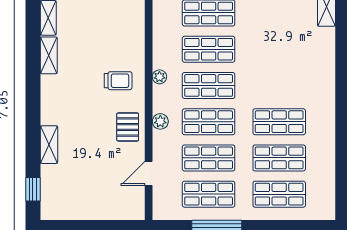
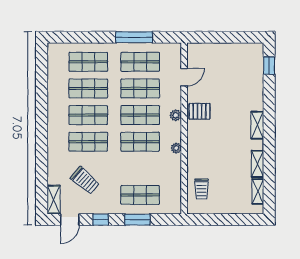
trolley: (284, 33) -> (85, 180), added
shop shelf: (209, 49) -> (88, 142), moved
trolley: (118, 81) -> (202, 189), moved, turned -90
pallet: (128, 127) -> (200, 111), turned 90
shelving: (49, 145) -> (257, 125), moved

